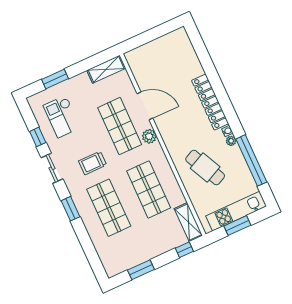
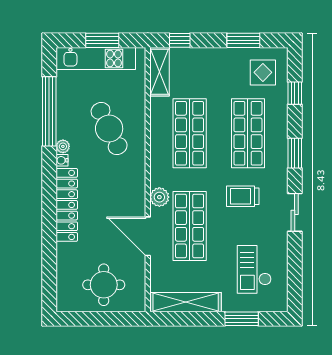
round table: (160, 59) -> (104, 285), added
shelving: (106, 69) -> (186, 302), width x1.47
checkout: (62, 117) -> (254, 269), turned 180
window: (38, 137) -> (295, 93), moved
trolley: (93, 163) -> (243, 196), turned 180
display table: (118, 254) -> (263, 72), added

